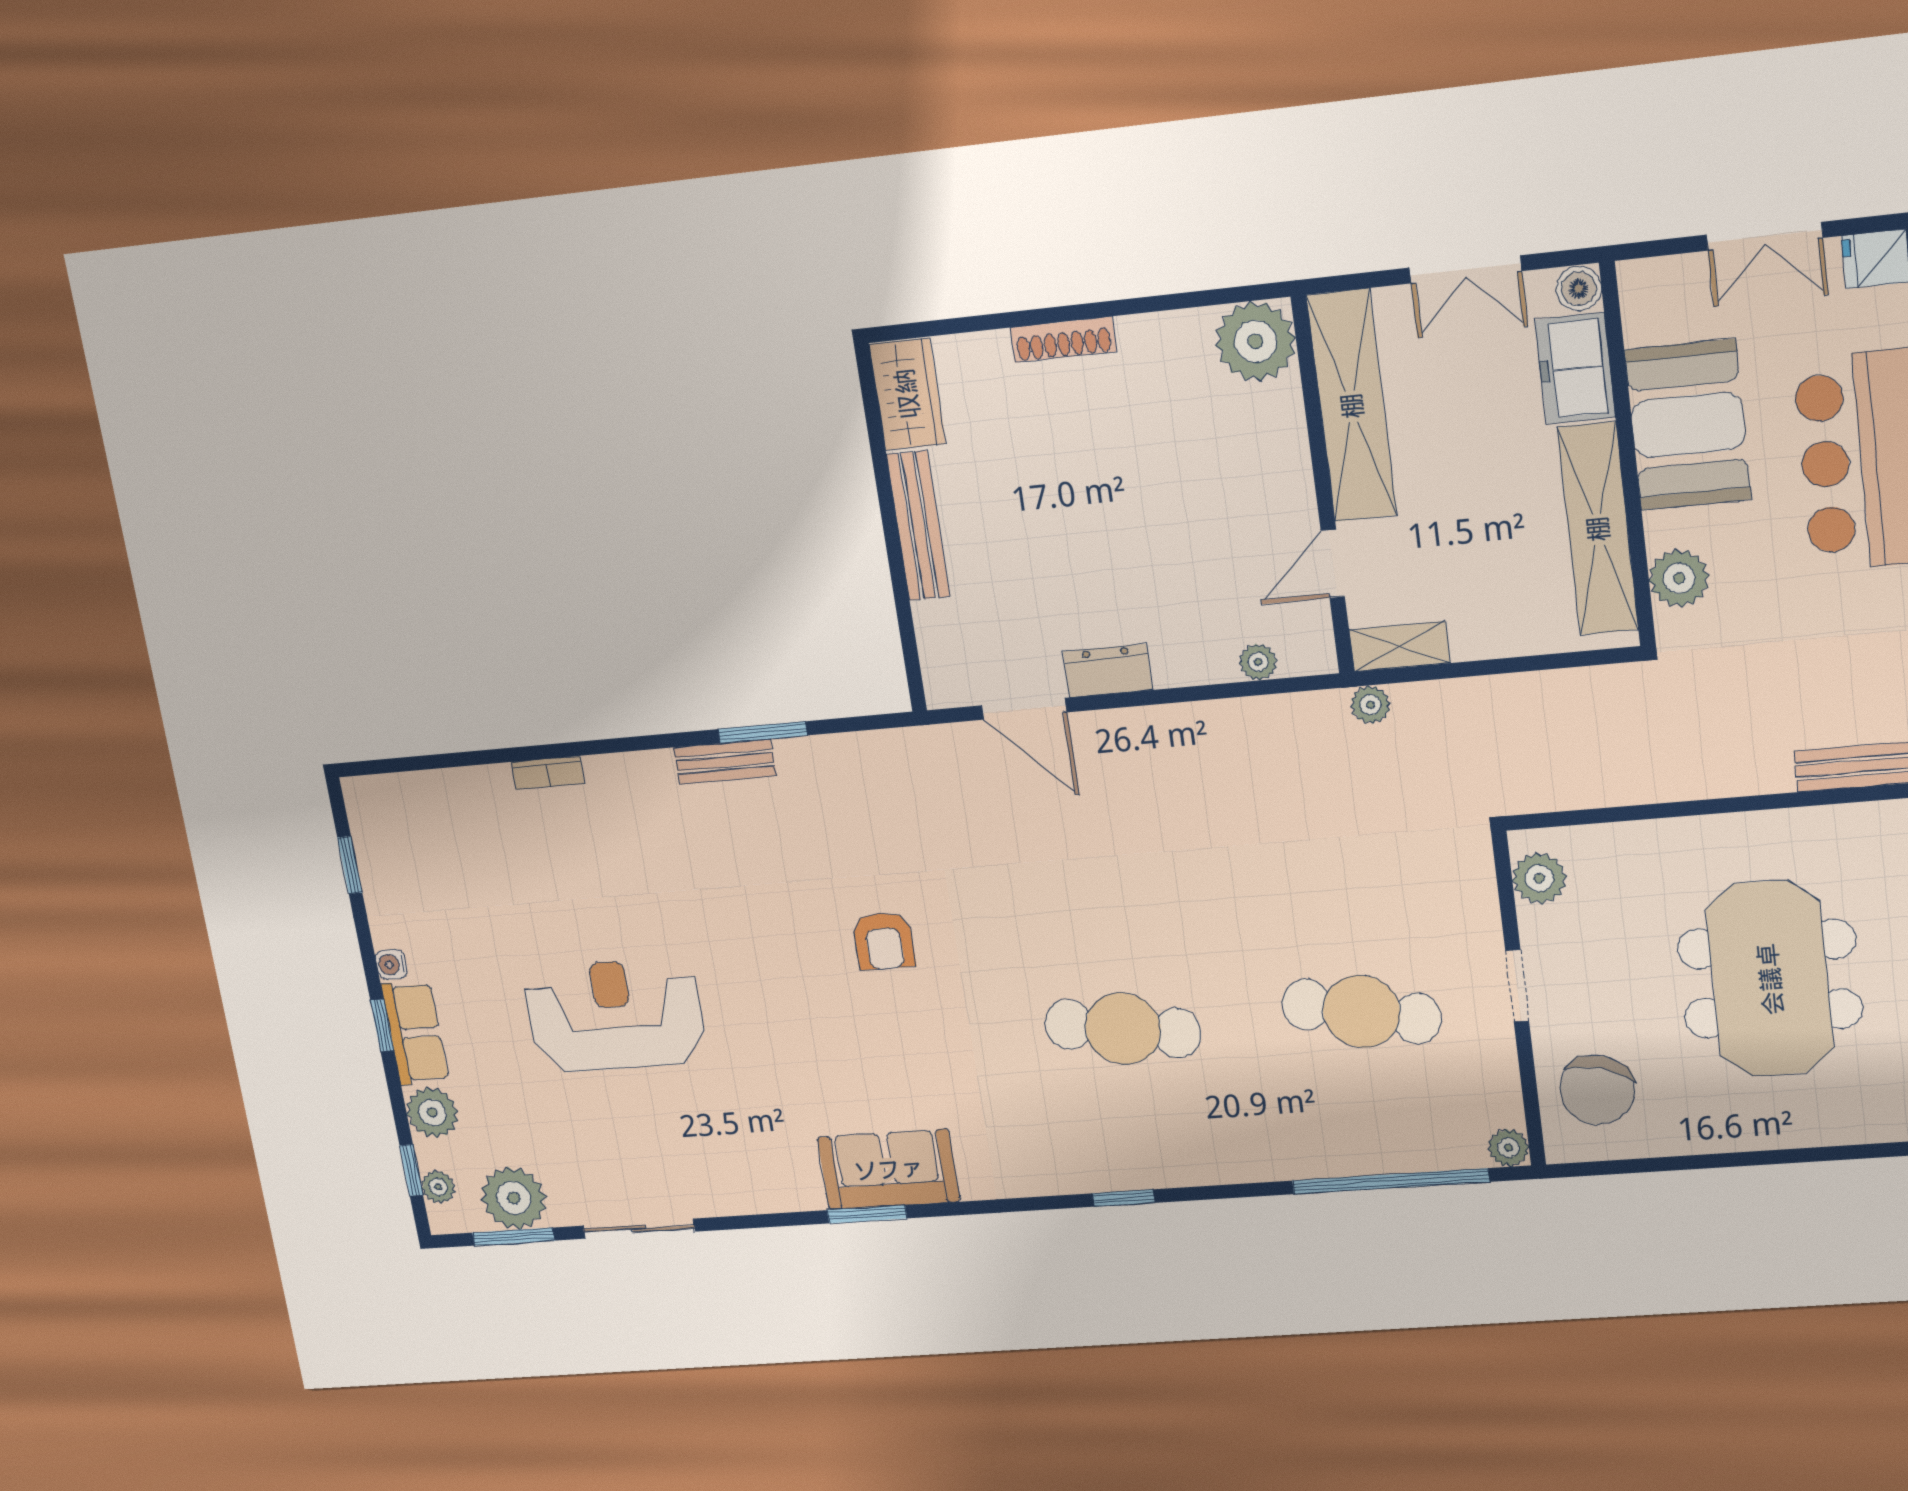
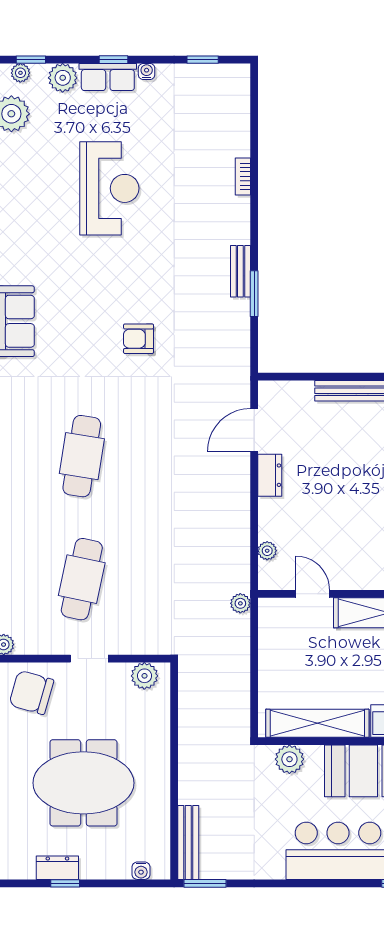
shelving: (1400, 646) -> (268, 621), removed

